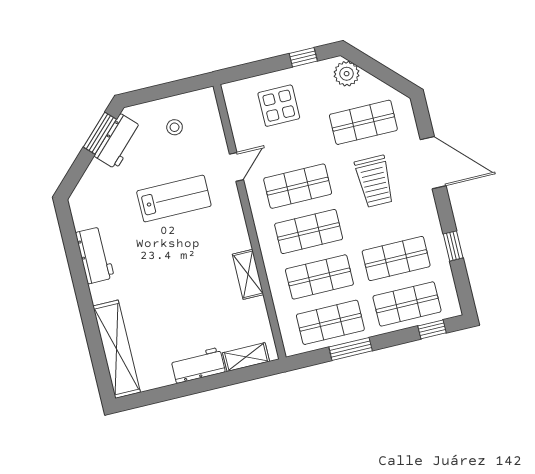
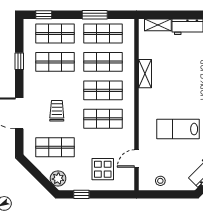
stool: (175, 127) -> (160, 181), moved
door: (236, 167) -> (137, 159), moved
trolley: (374, 181) -> (57, 111), width x0.73, depth x0.72

